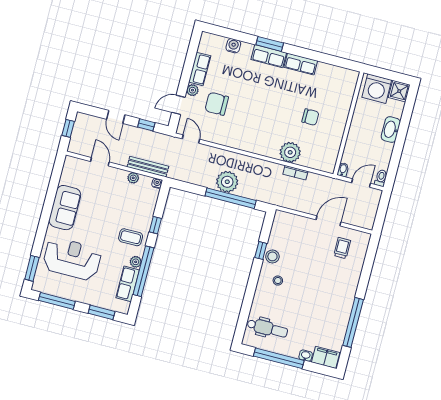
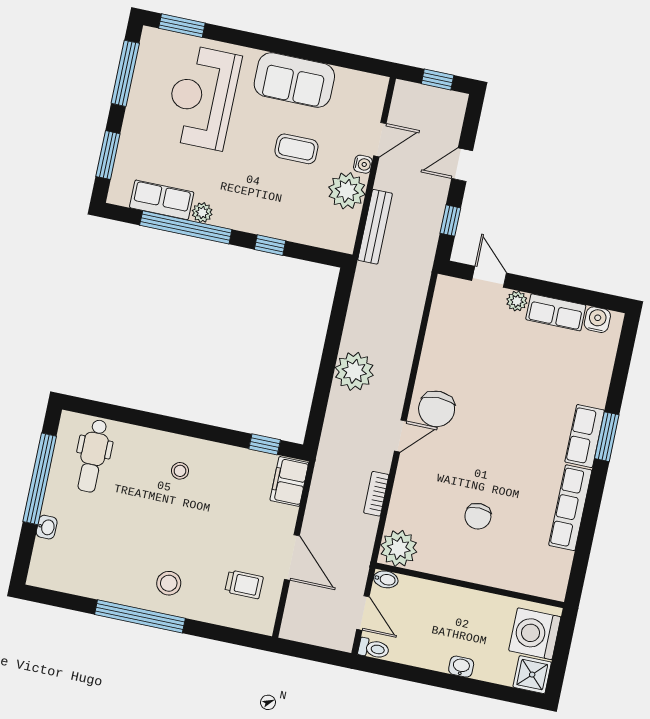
water cooler: (233, 46) -> (597, 320), moved, turned -90
row of seats: (301, 64) -> (570, 508), width x1.48
chair: (217, 104) -> (437, 409), moved, turned 180
washbasin: (391, 130) -> (461, 667), width x0.52, depth x0.69
door: (191, 139) -> (400, 436), moved
plant: (290, 152) -> (399, 548), moved
plant: (133, 178) -> (347, 191), width x1.88, depth x1.88
water cooler: (157, 183) -> (363, 164), moved
window: (231, 198) -> (325, 379), removed
coffee table: (131, 237) -> (296, 149), moved, turned 90
window: (261, 250) -> (265, 444), moved
stool: (272, 256) -> (169, 583), moved
reception desk: (72, 259) -> (202, 97), turned 180
window: (353, 322) -> (140, 616), moved
filing cabinet: (326, 357) -> (289, 481), moved, turned 180

